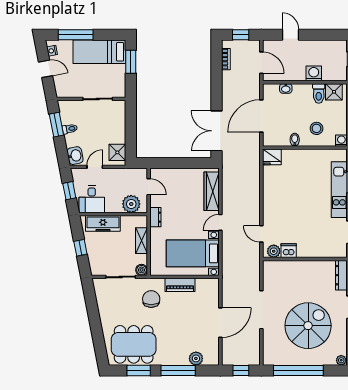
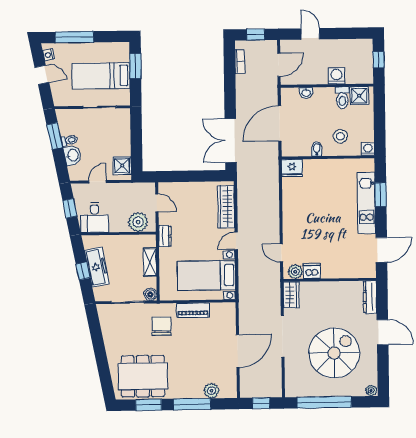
bed: (99, 52) -> (101, 76), moved
door: (261, 63) -> (279, 65), hinge flipped
washbasin: (75, 156) -> (73, 155), moved
freezer: (103, 223) -> (97, 267), moved, turned -101
wardrobe: (270, 272) -> (291, 295), added

